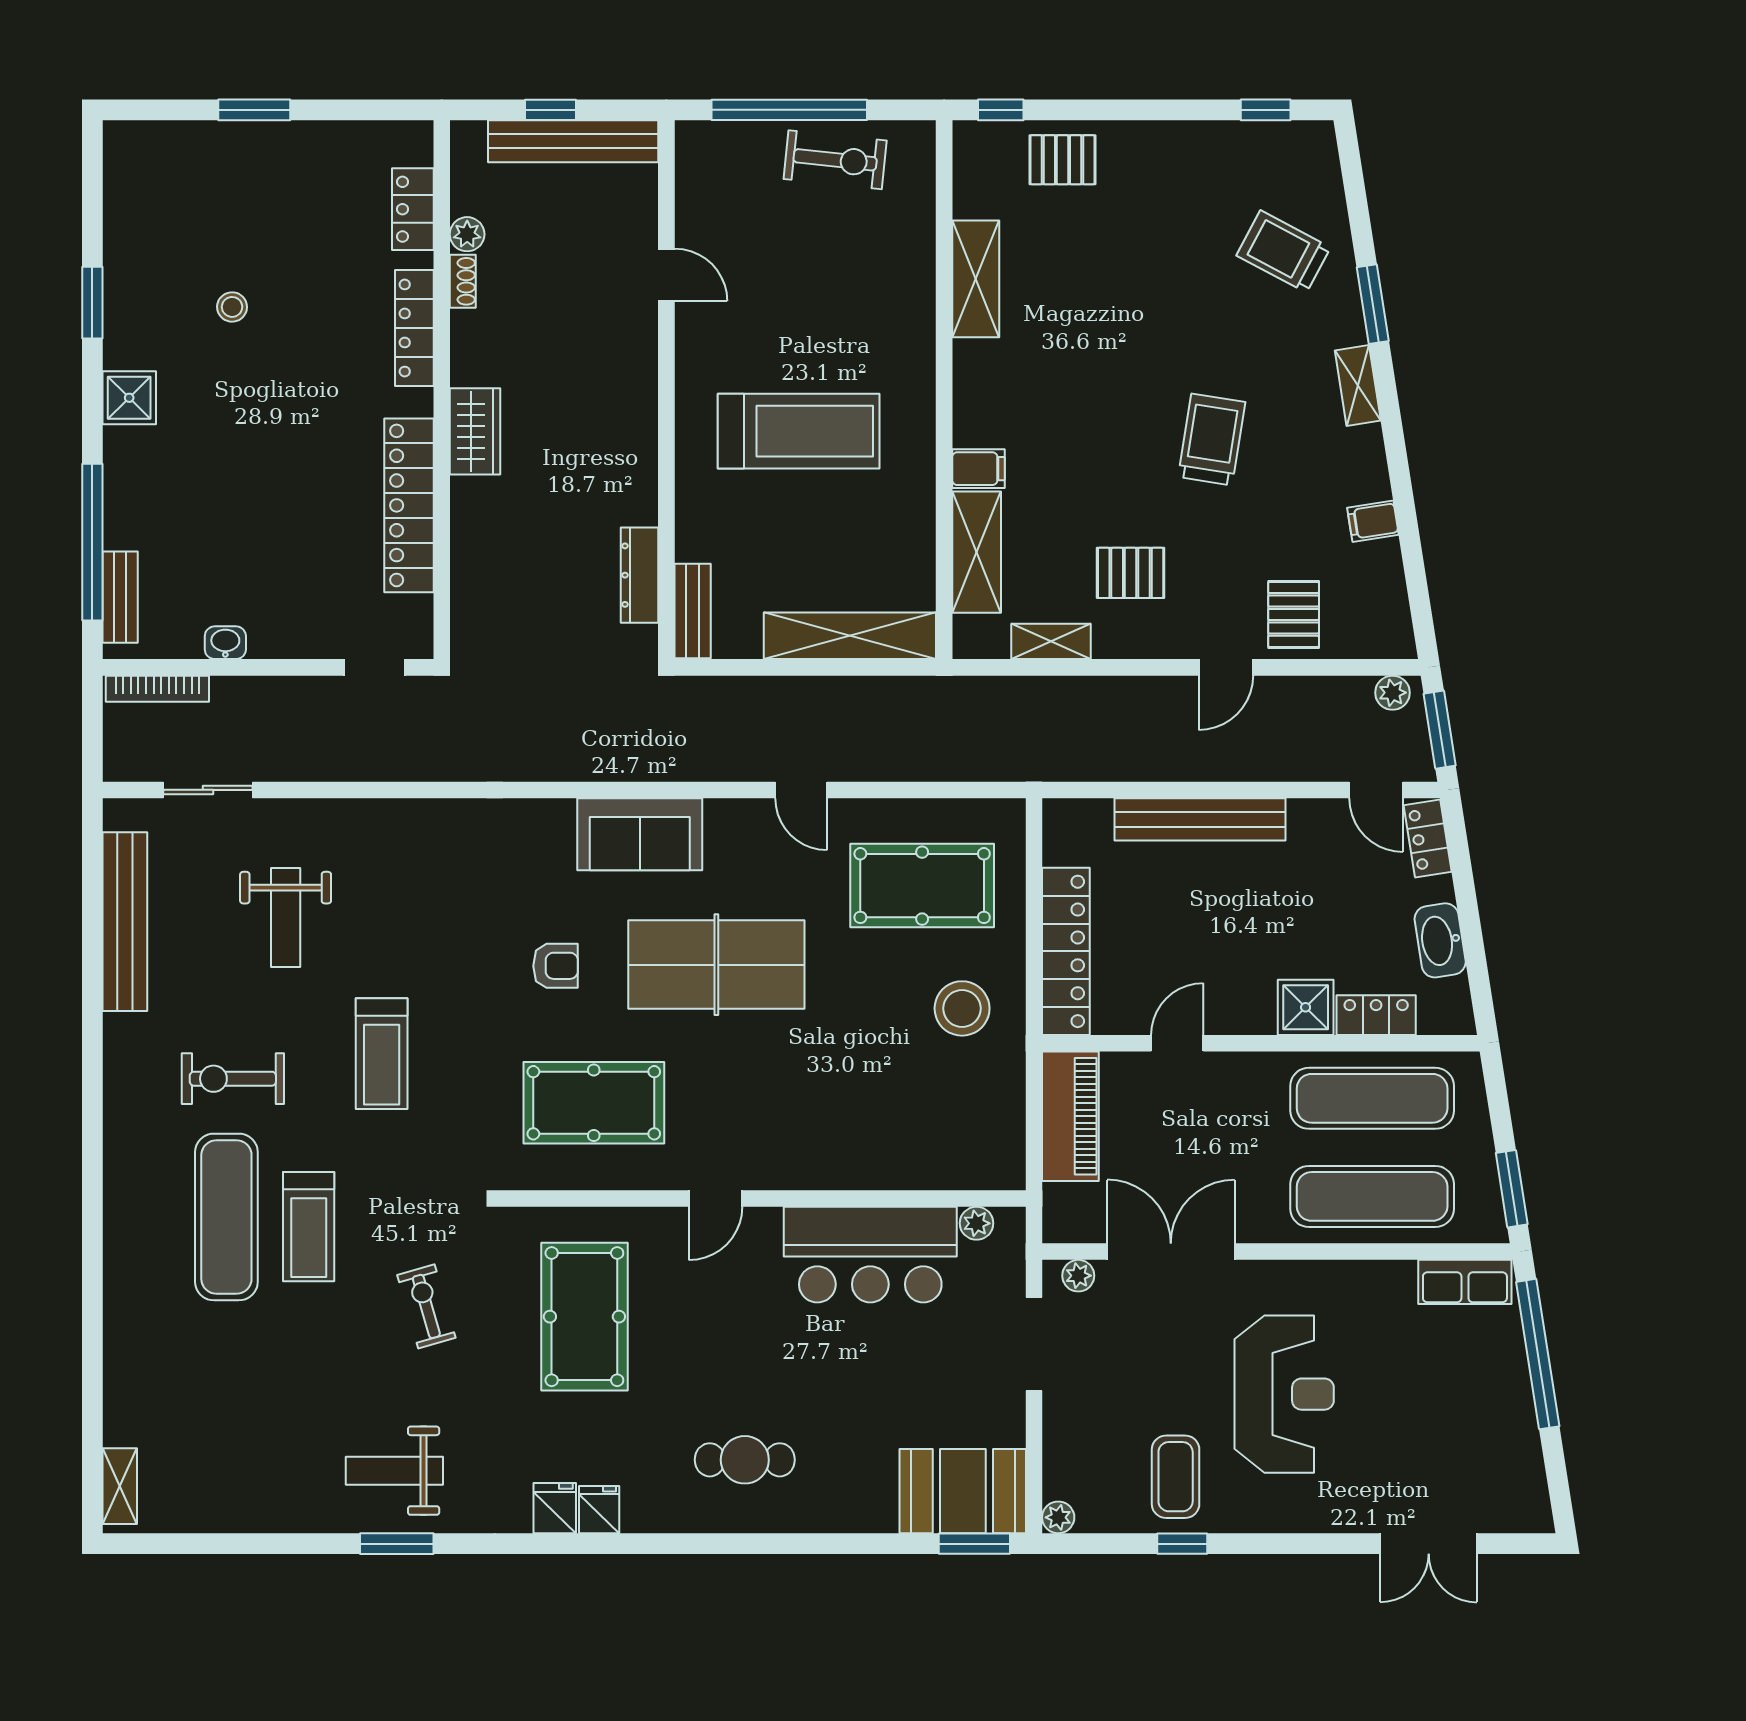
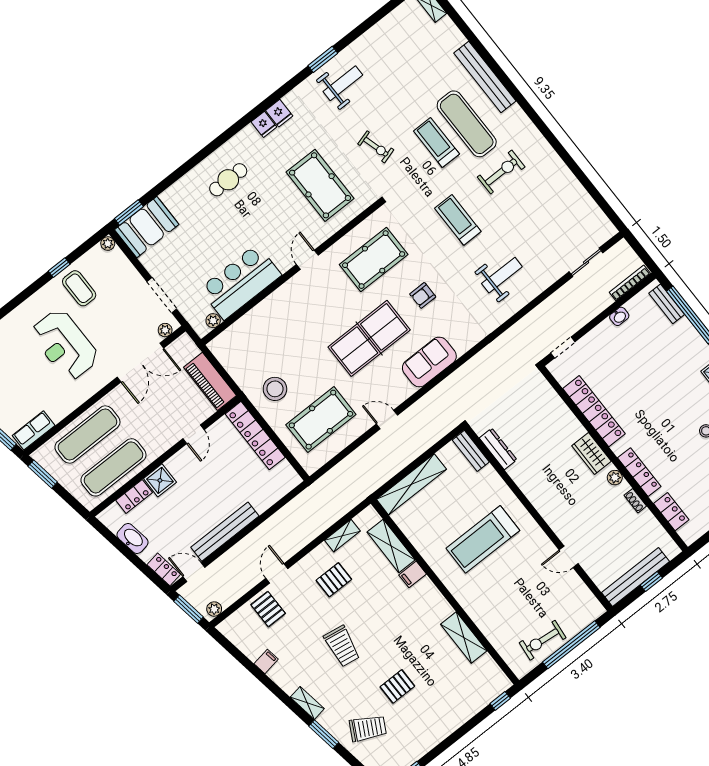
pallet: (1063, 160) -> (397, 686), moved
plant: (467, 234) -> (615, 478), moved
bench: (1200, 819) -> (225, 532), moved
weight bench: (286, 917) -> (502, 275), moved, turned 90
bench: (125, 922) -> (485, 77), moved

